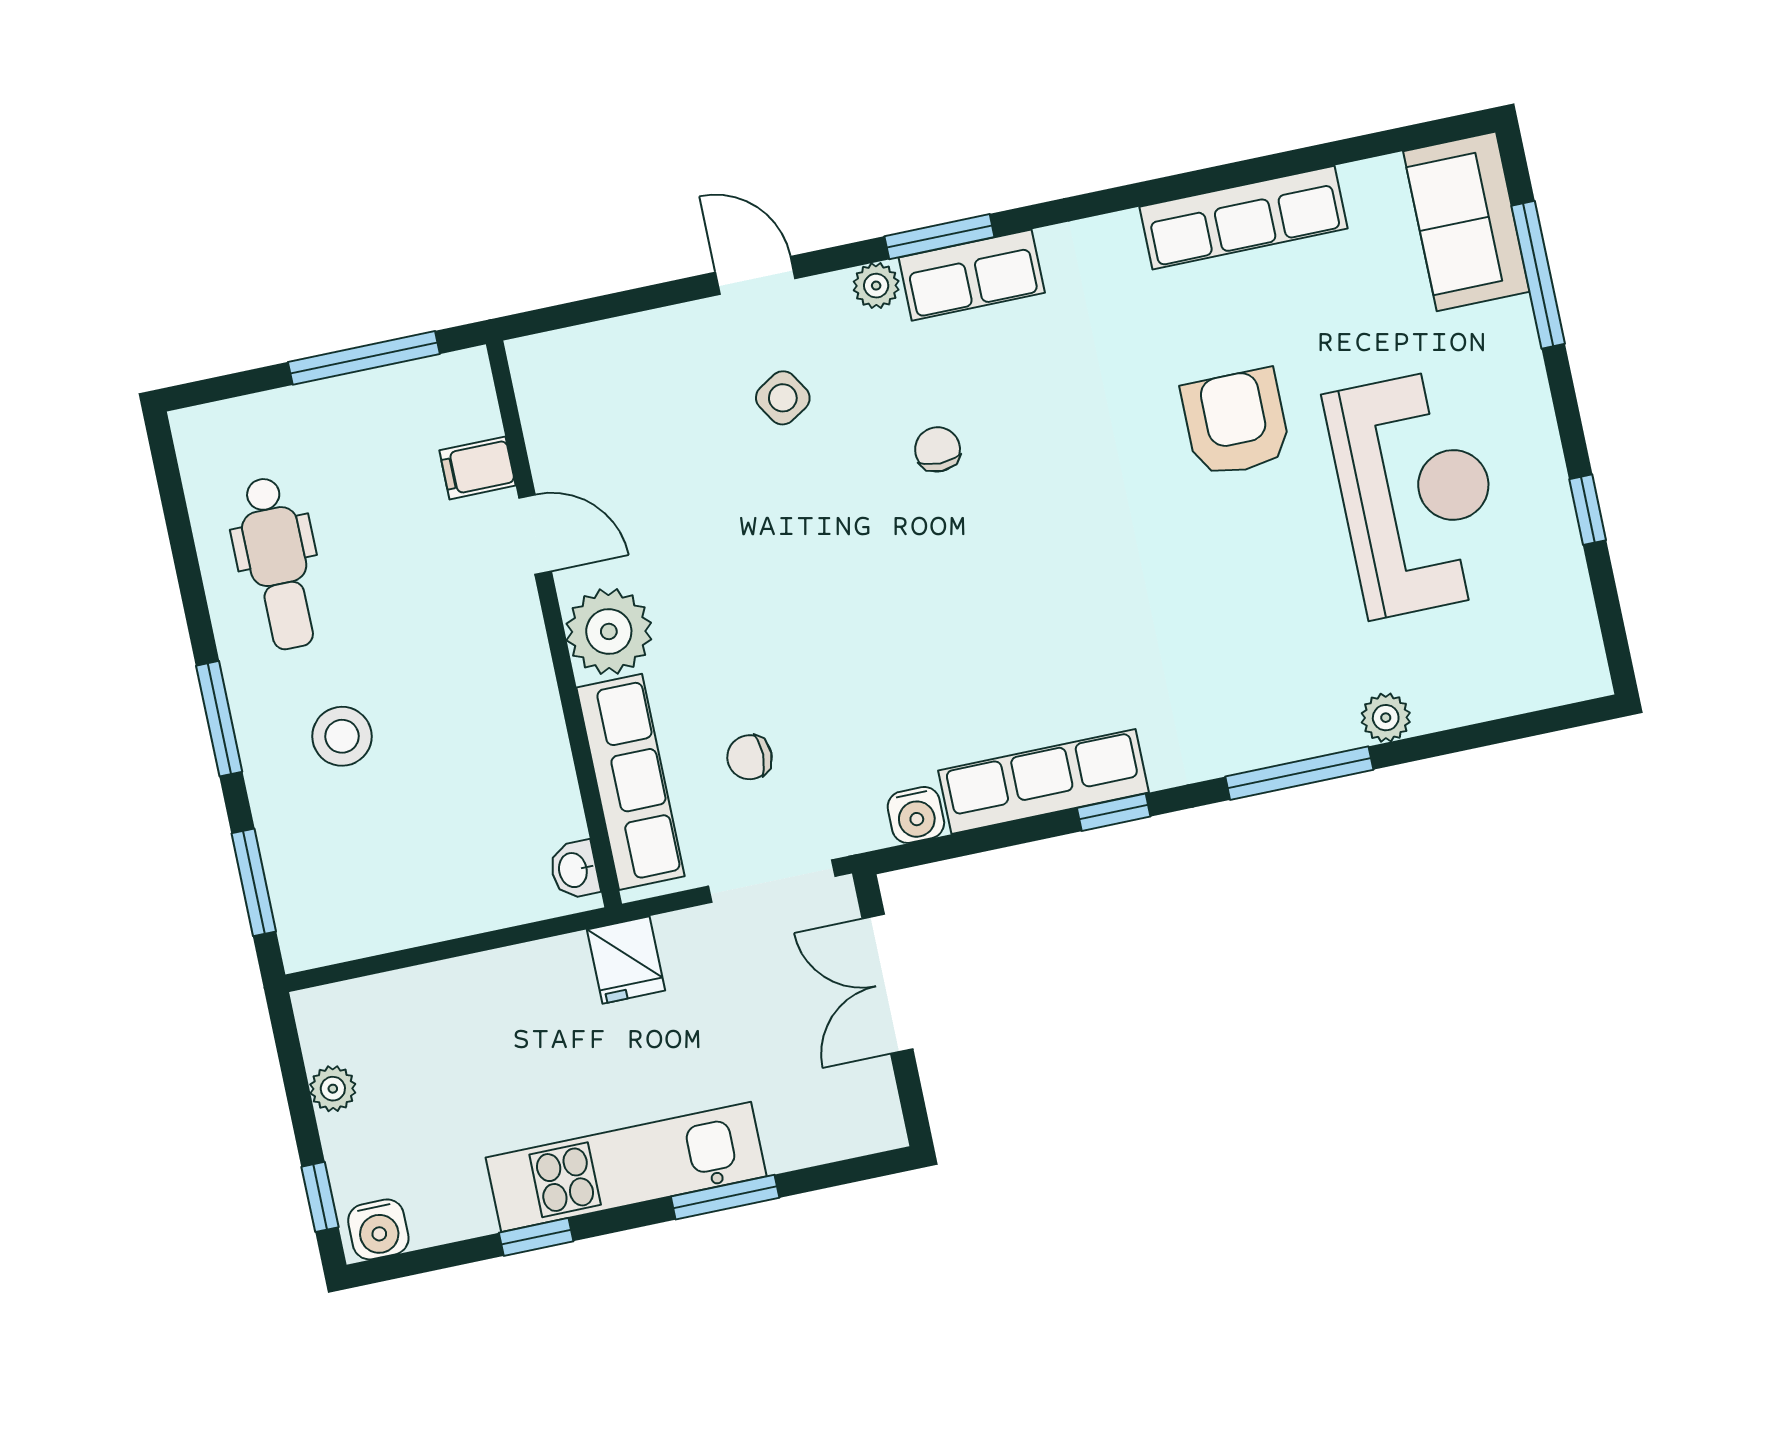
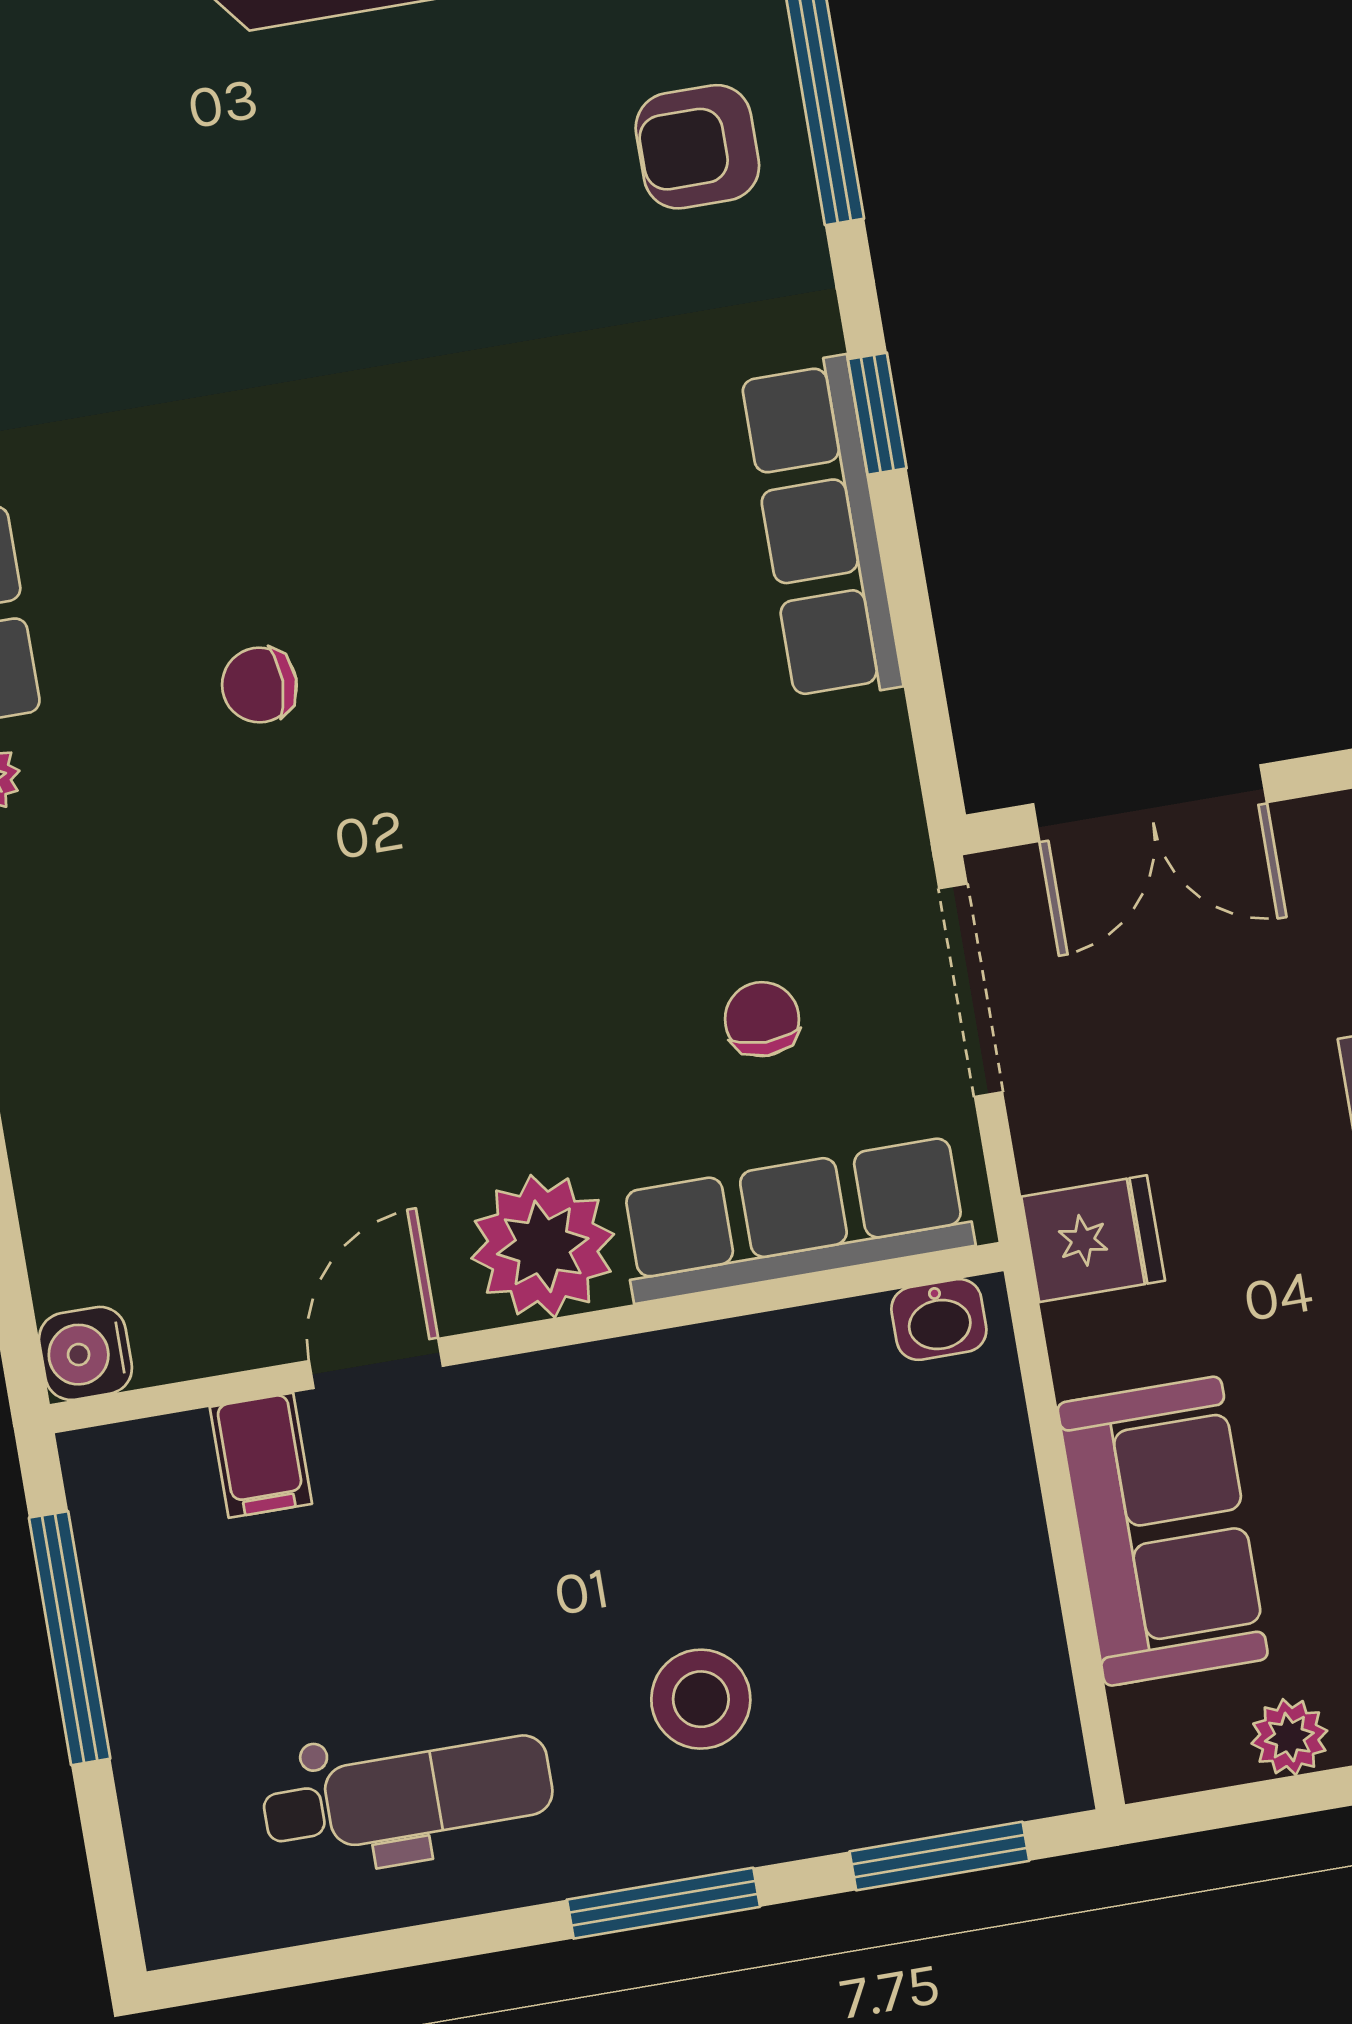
side table: (783, 398) -> (163, 940), removed
armchair: (1236, 423) -> (697, 147), moved, width x0.72, depth x0.72
chair: (750, 757) -> (762, 1019), turned 180
water cooler: (916, 815) -> (85, 1353), moved, turned 180
sofa: (453, 1008) -> (1163, 1531), added

